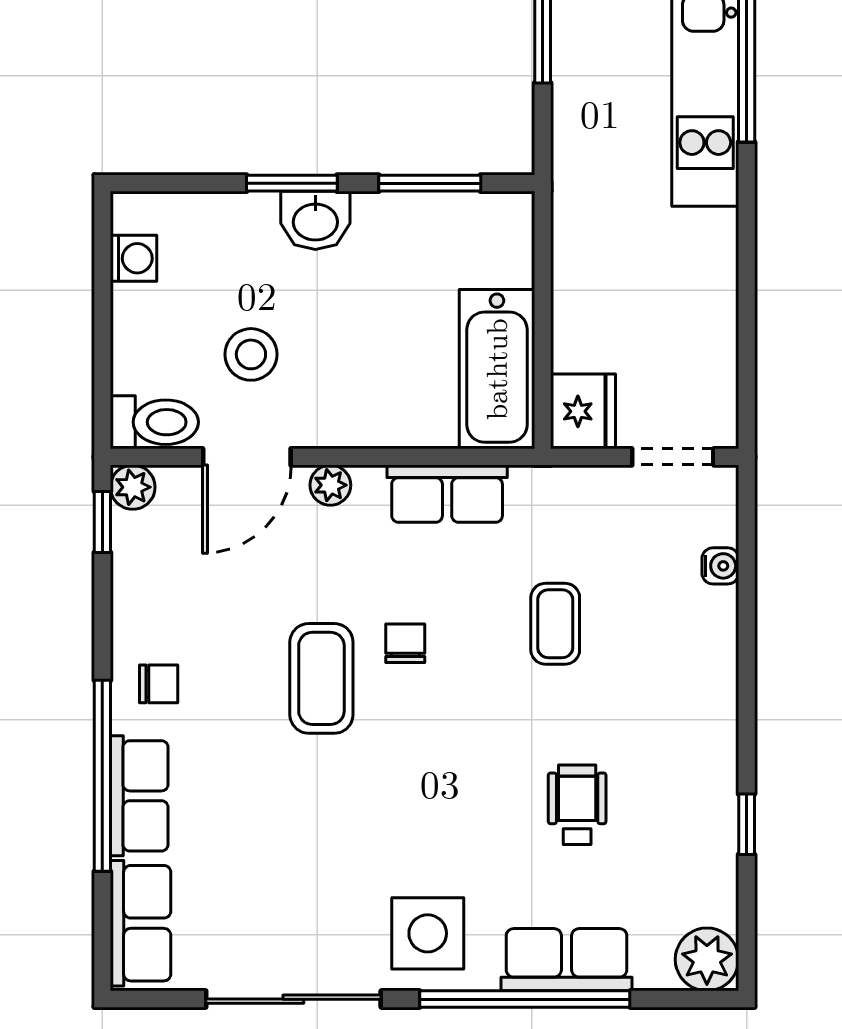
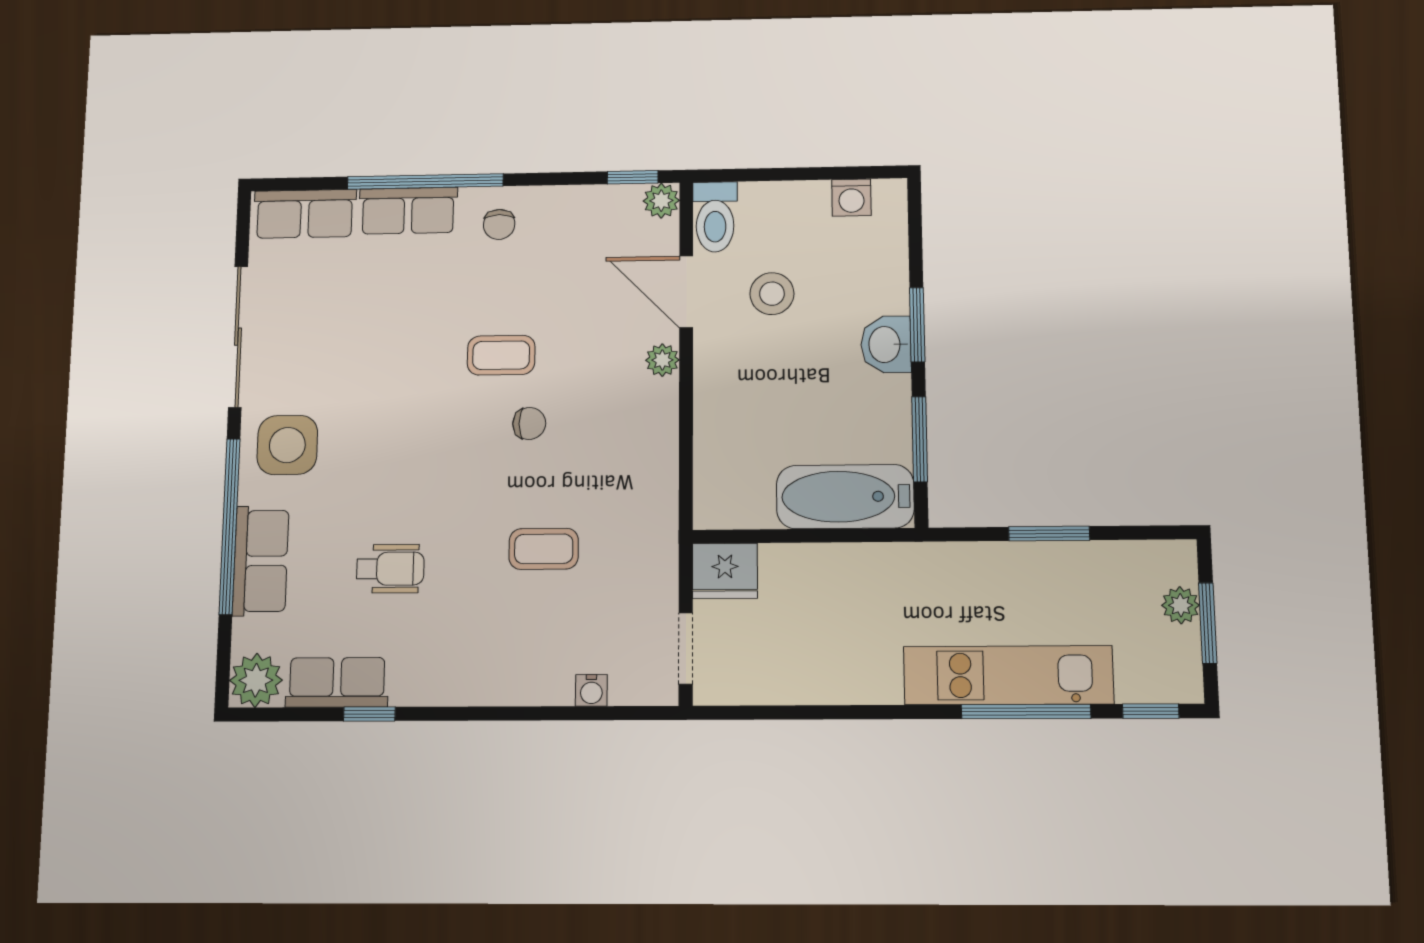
bathtub: (497, 369) -> (845, 497), moved
row of seats: (447, 494) -> (337, 682), moved, turned 90
coffee table: (321, 678) -> (501, 355), width x0.73, depth x0.77

